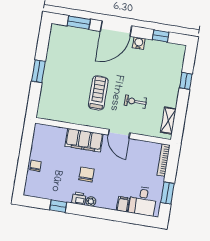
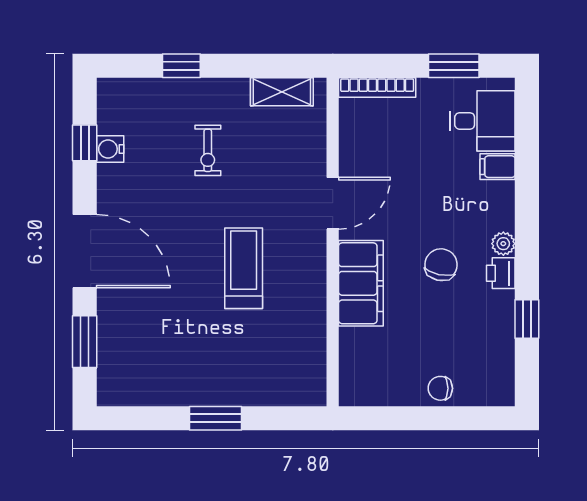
water cooler: (139, 43) -> (110, 149), moved
treadmill: (98, 93) -> (244, 268), turned 90
exercise bike: (135, 102) -> (208, 150), moved
chair: (86, 174) -> (441, 265), turned 102

